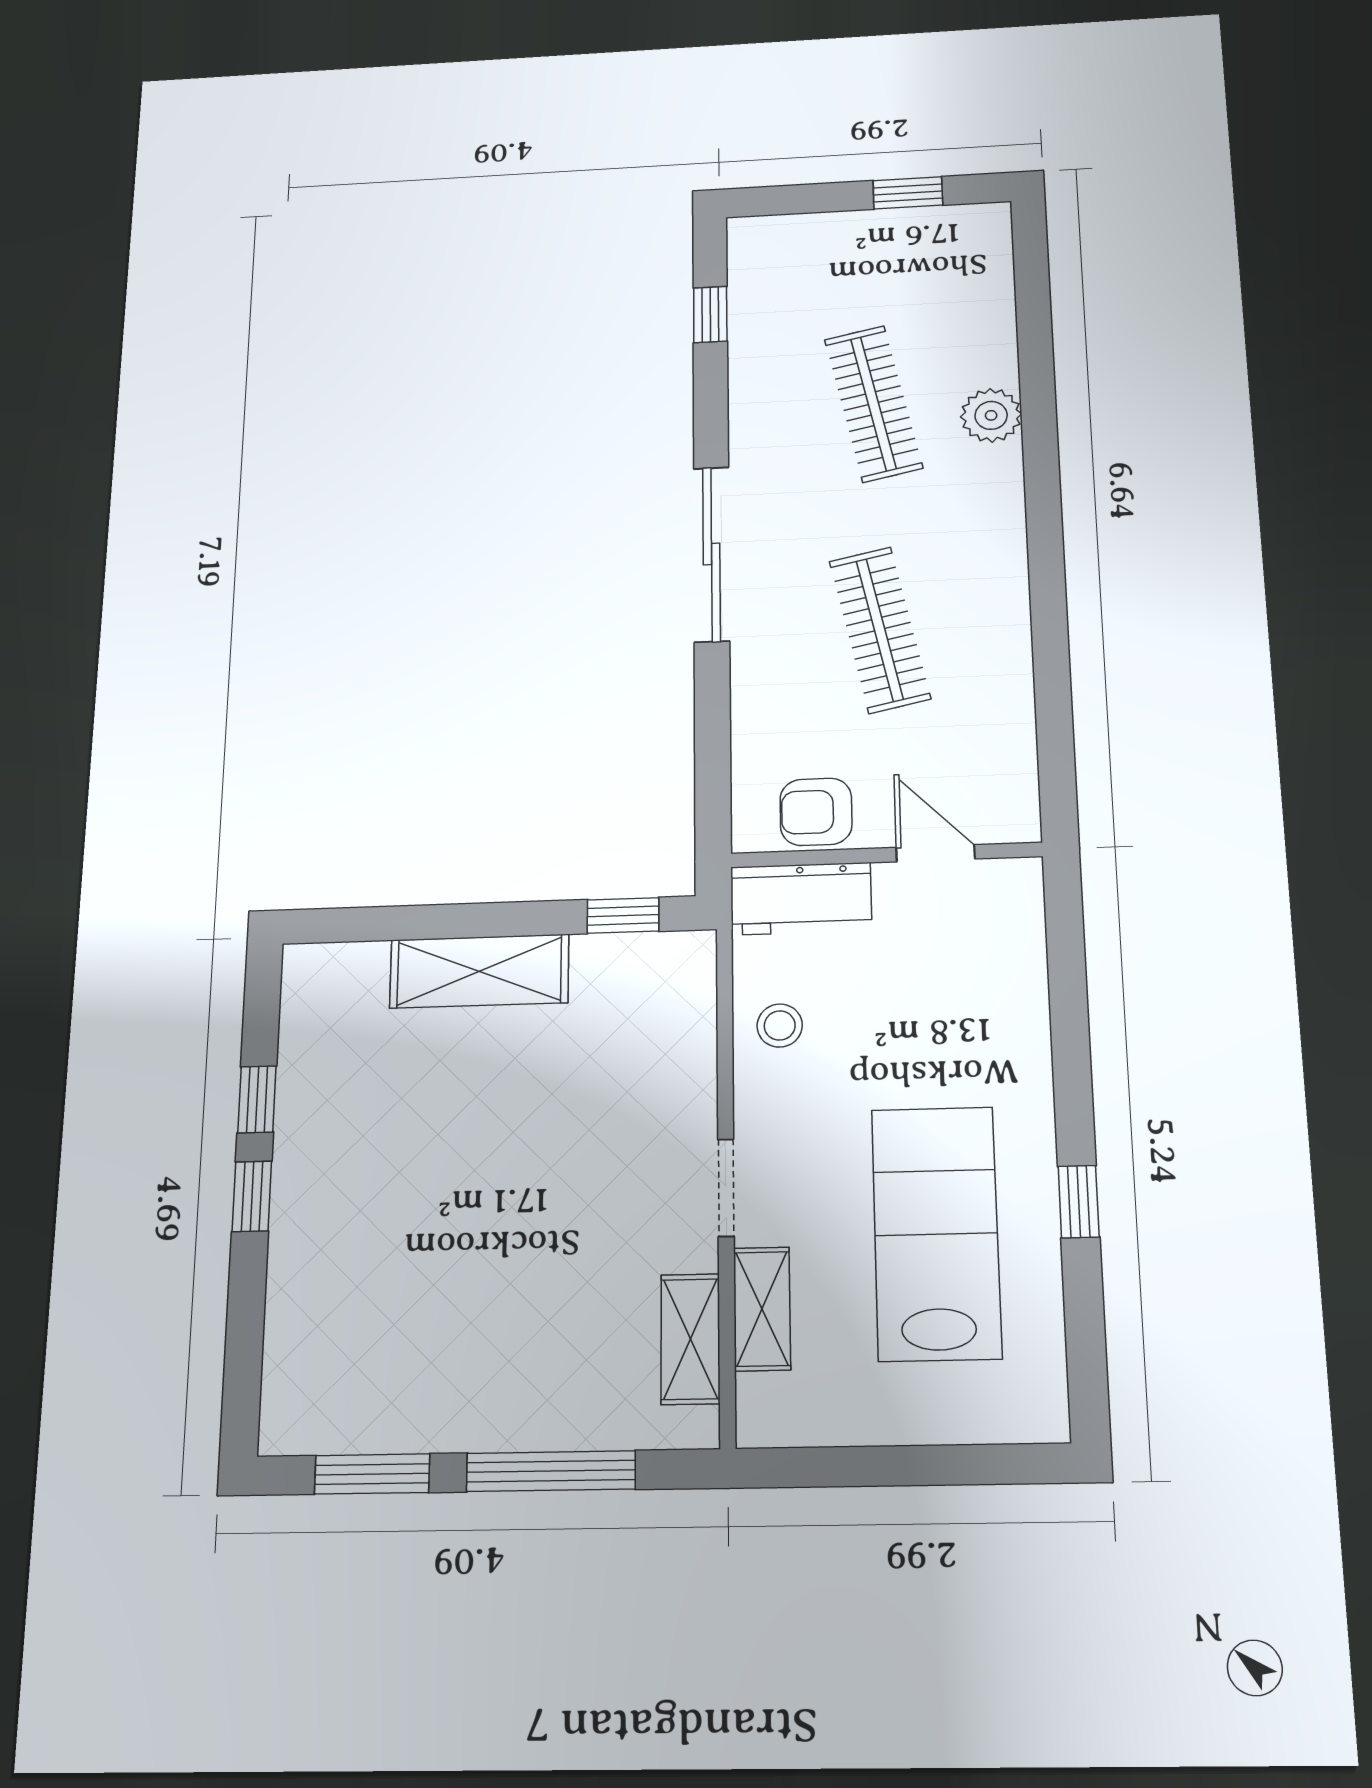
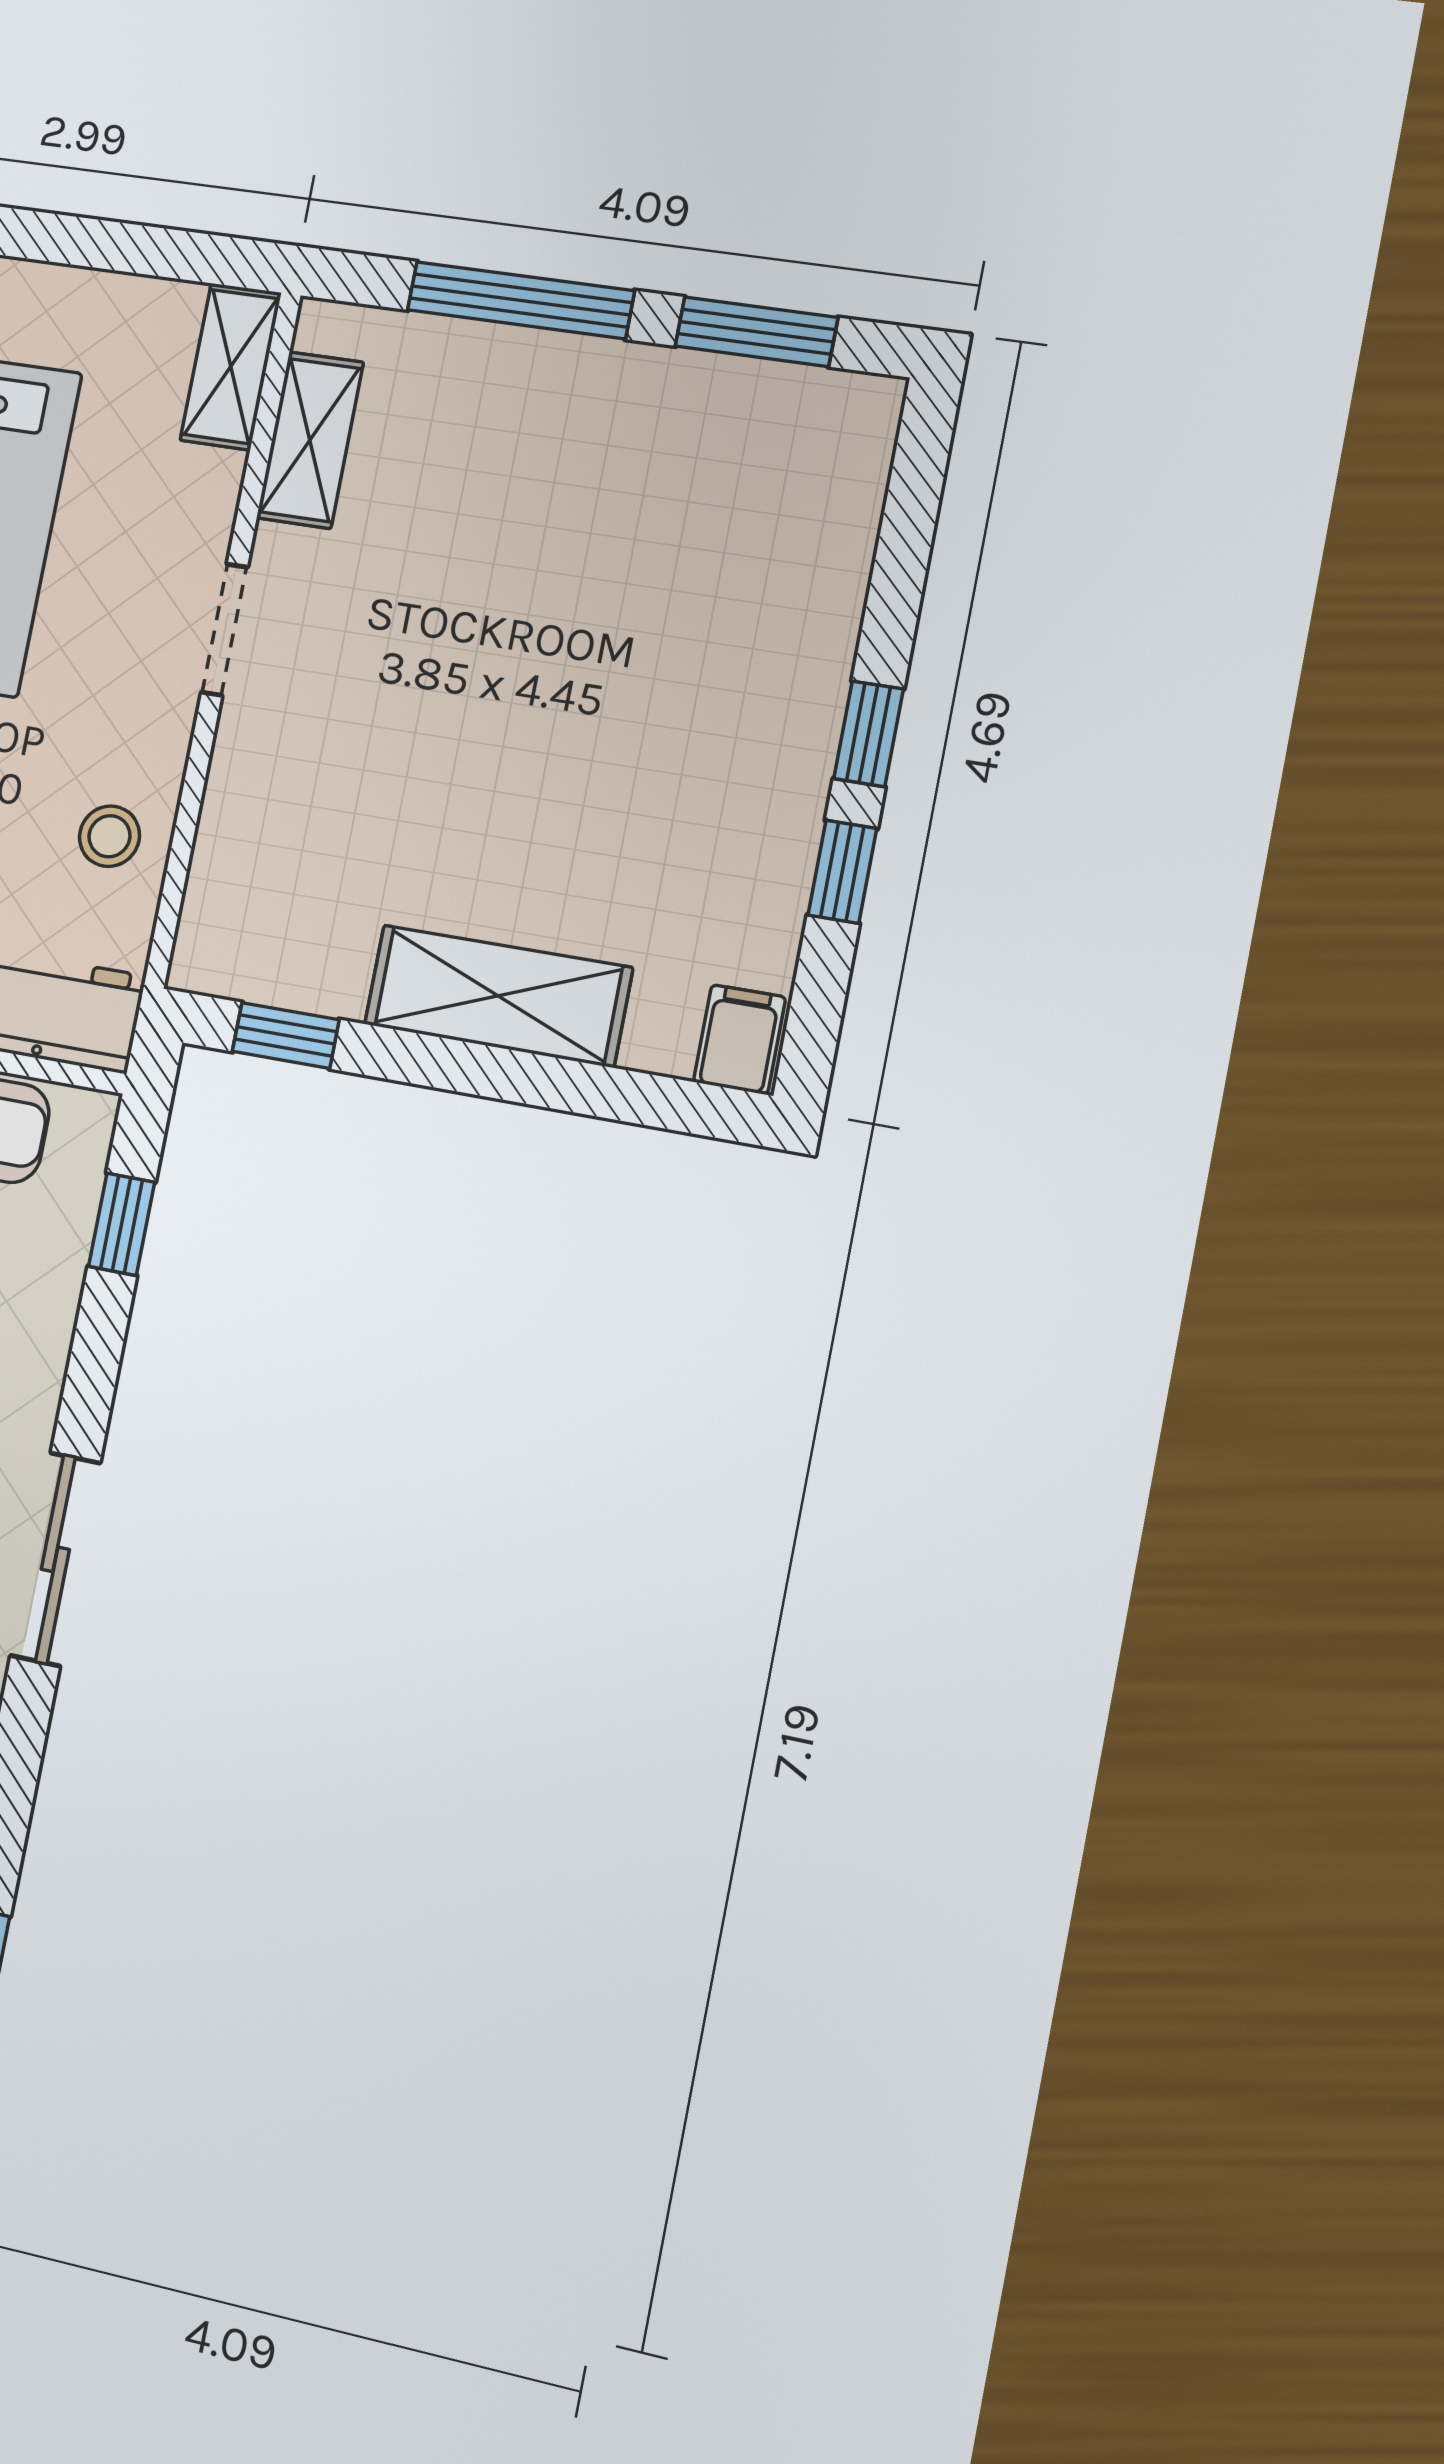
sliding door: (712, 554) -> (55, 1559), width x0.73
window: (713, 770) -> (122, 1224), added
filing cabinet: (310, 975) -> (740, 1039), added
shelving: (762, 1309) -> (231, 367), moved

